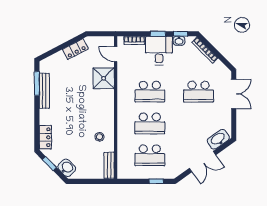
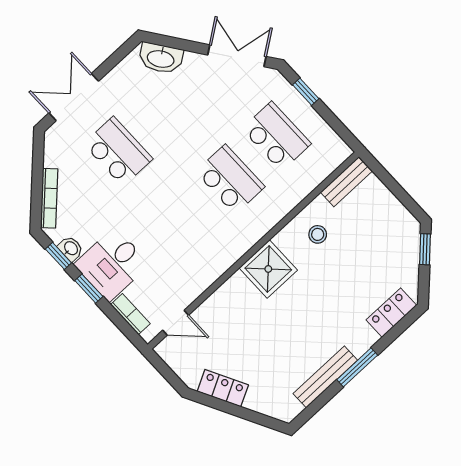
door: (116, 54) -> (176, 323), hinge flipped
shower: (104, 78) -> (268, 269), moved
window: (37, 83) -> (357, 367), moved
school desk: (150, 92) -> (184, 222), removed
double door: (203, 162) -> (237, 56), moved
window: (49, 164) -> (425, 249), moved
washbasin: (67, 168) -> (407, 240), removed

